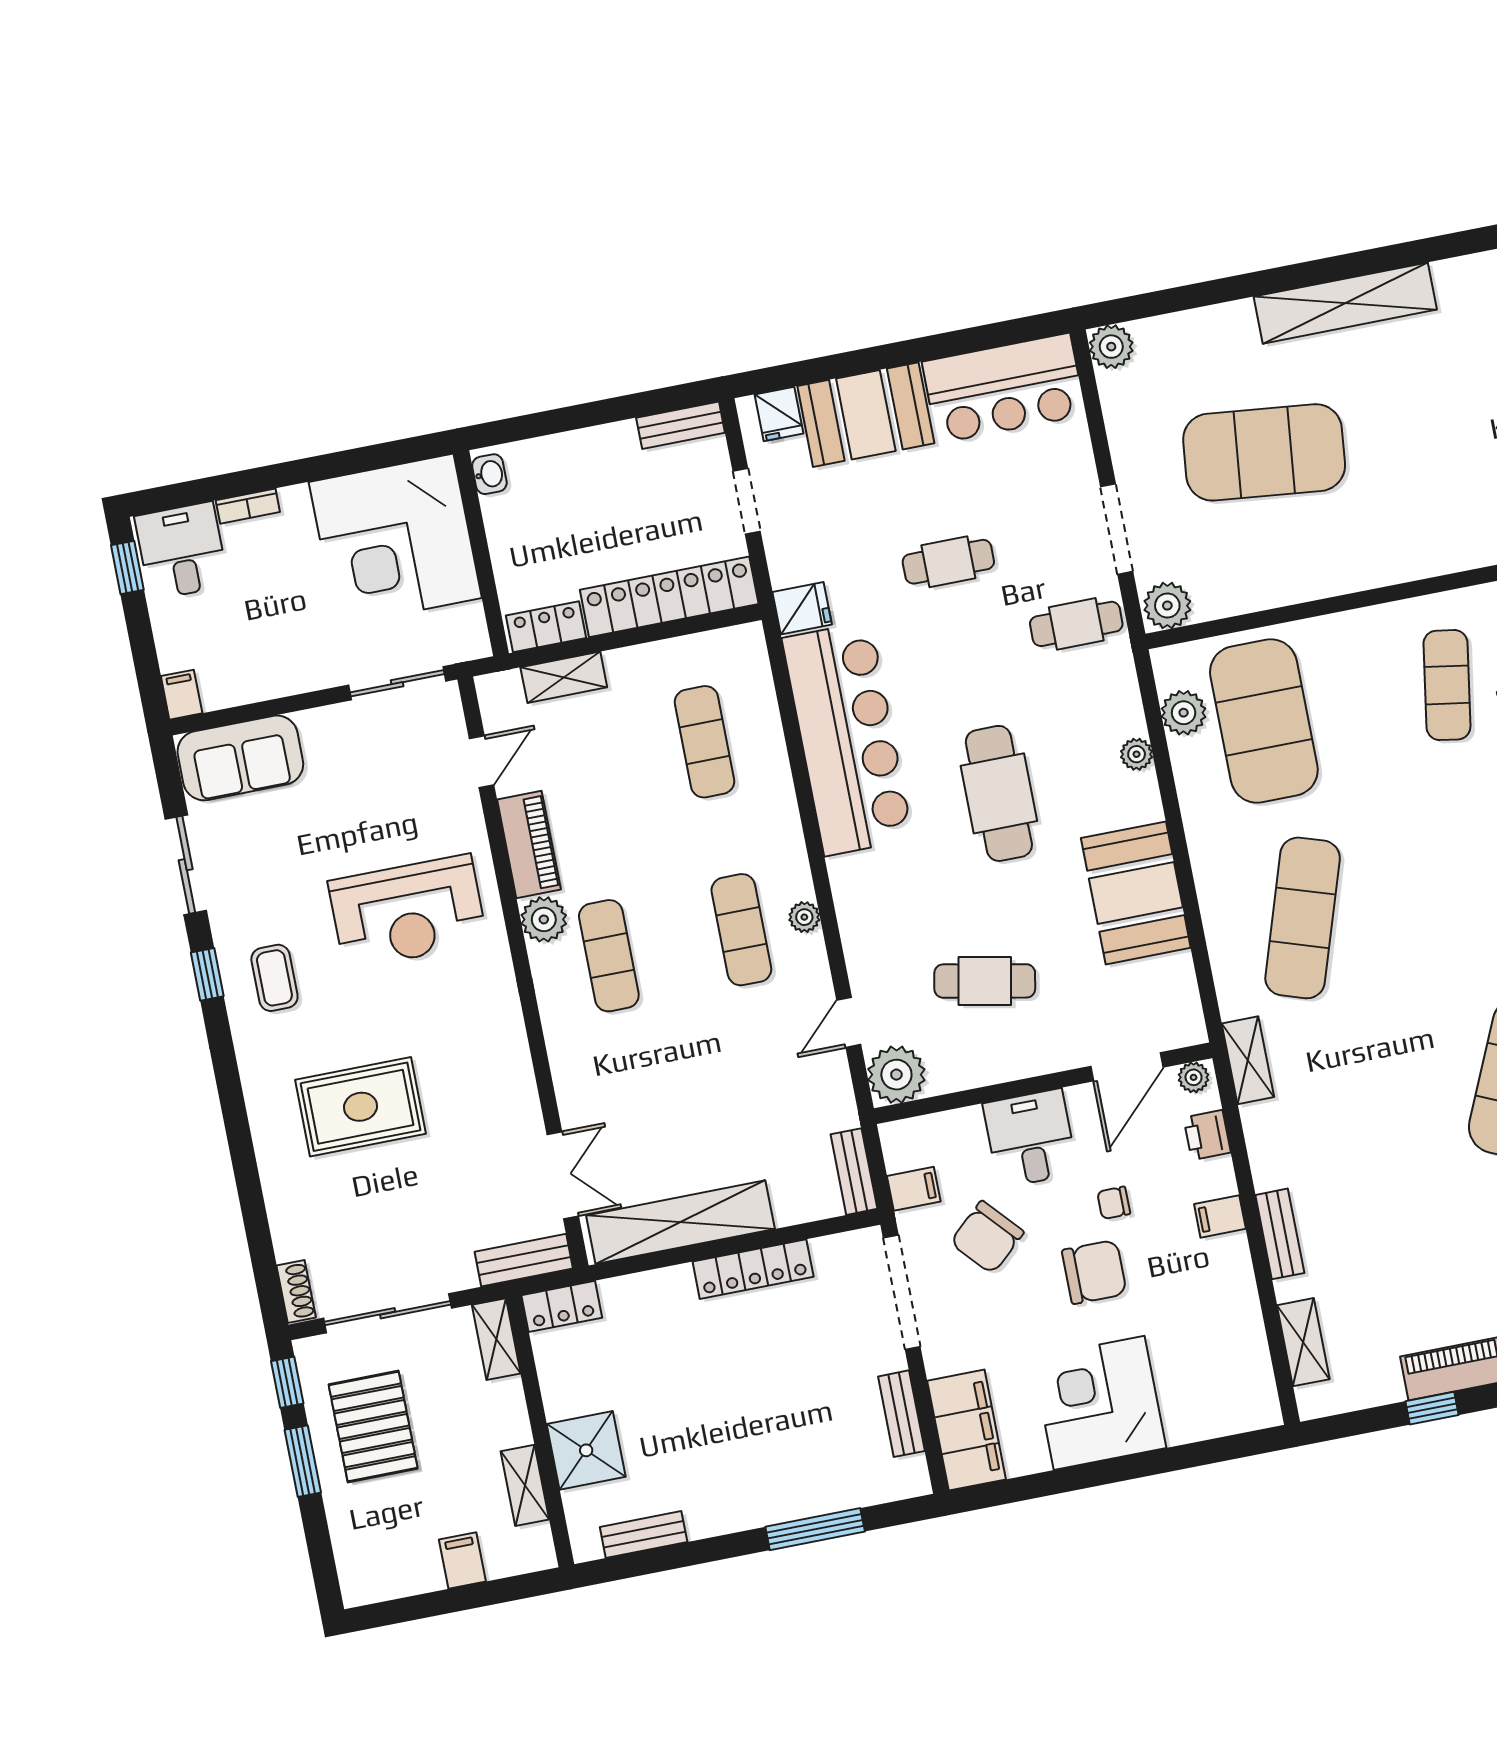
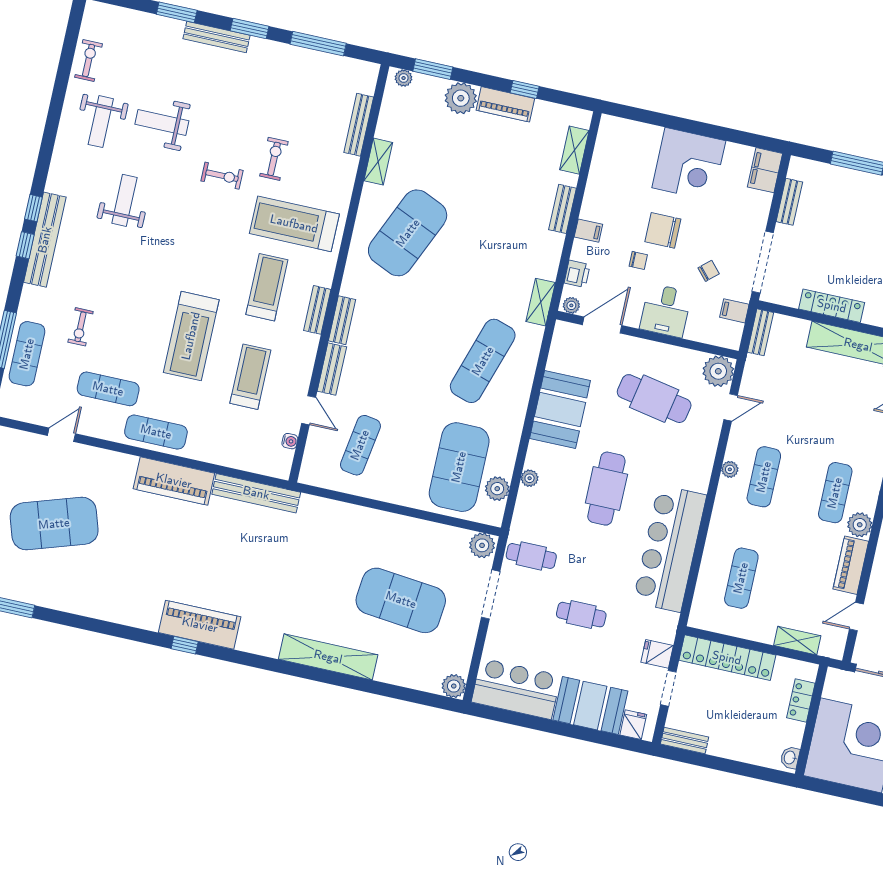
fridge: (802, 608) -> (657, 654), moved
locker: (546, 627) -> (801, 700), moved, turned 90
cafe table: (985, 981) -> (654, 399), width x1.37, depth x1.35
chair: (987, 1237) -> (709, 271), width x0.54, depth x0.54
filing cabinet: (967, 1430) -> (765, 170), width x0.67, depth x0.86

